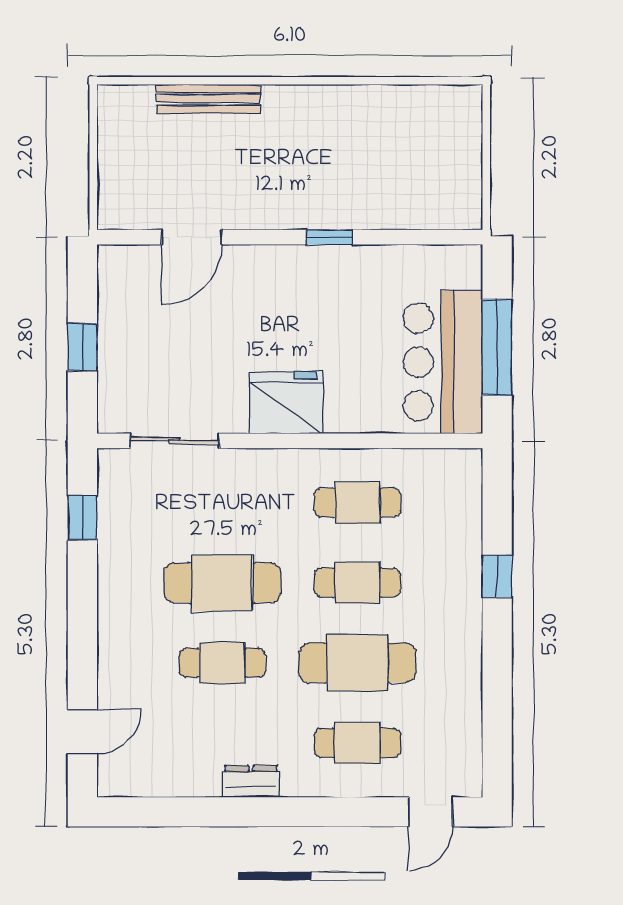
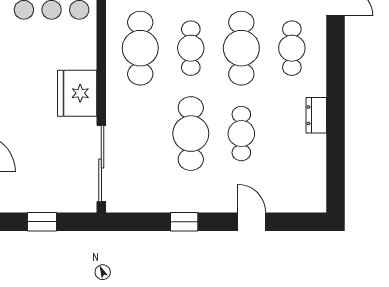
sliding door: (175, 441) -> (101, 164), width x1.37
cafe table: (357, 503) -> (140, 48), width x1.37, depth x1.35
window: (82, 518) -> (184, 222), moved
door: (82, 732) -> (252, 222), moved

